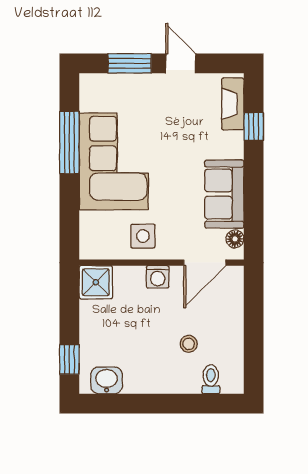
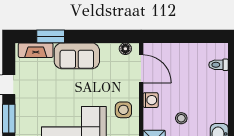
window: (254, 126) -> (51, 36), width x1.50
sofa: (224, 194) -> (77, 56), moved
stool: (189, 344) -> (181, 118), moved

